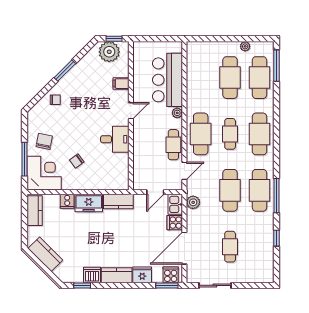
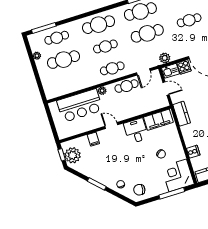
cafe table: (259, 78) -> (57, 38), width x0.73, depth x0.74
cafe table: (201, 134) -> (112, 68), width x0.73, depth x0.74
chair: (44, 141) -> (139, 190), moved
filing cabinet: (120, 171) -> (158, 120), added
door: (184, 171) -> (143, 72), swing flipped
freezer: (89, 203) -> (190, 135), removed

